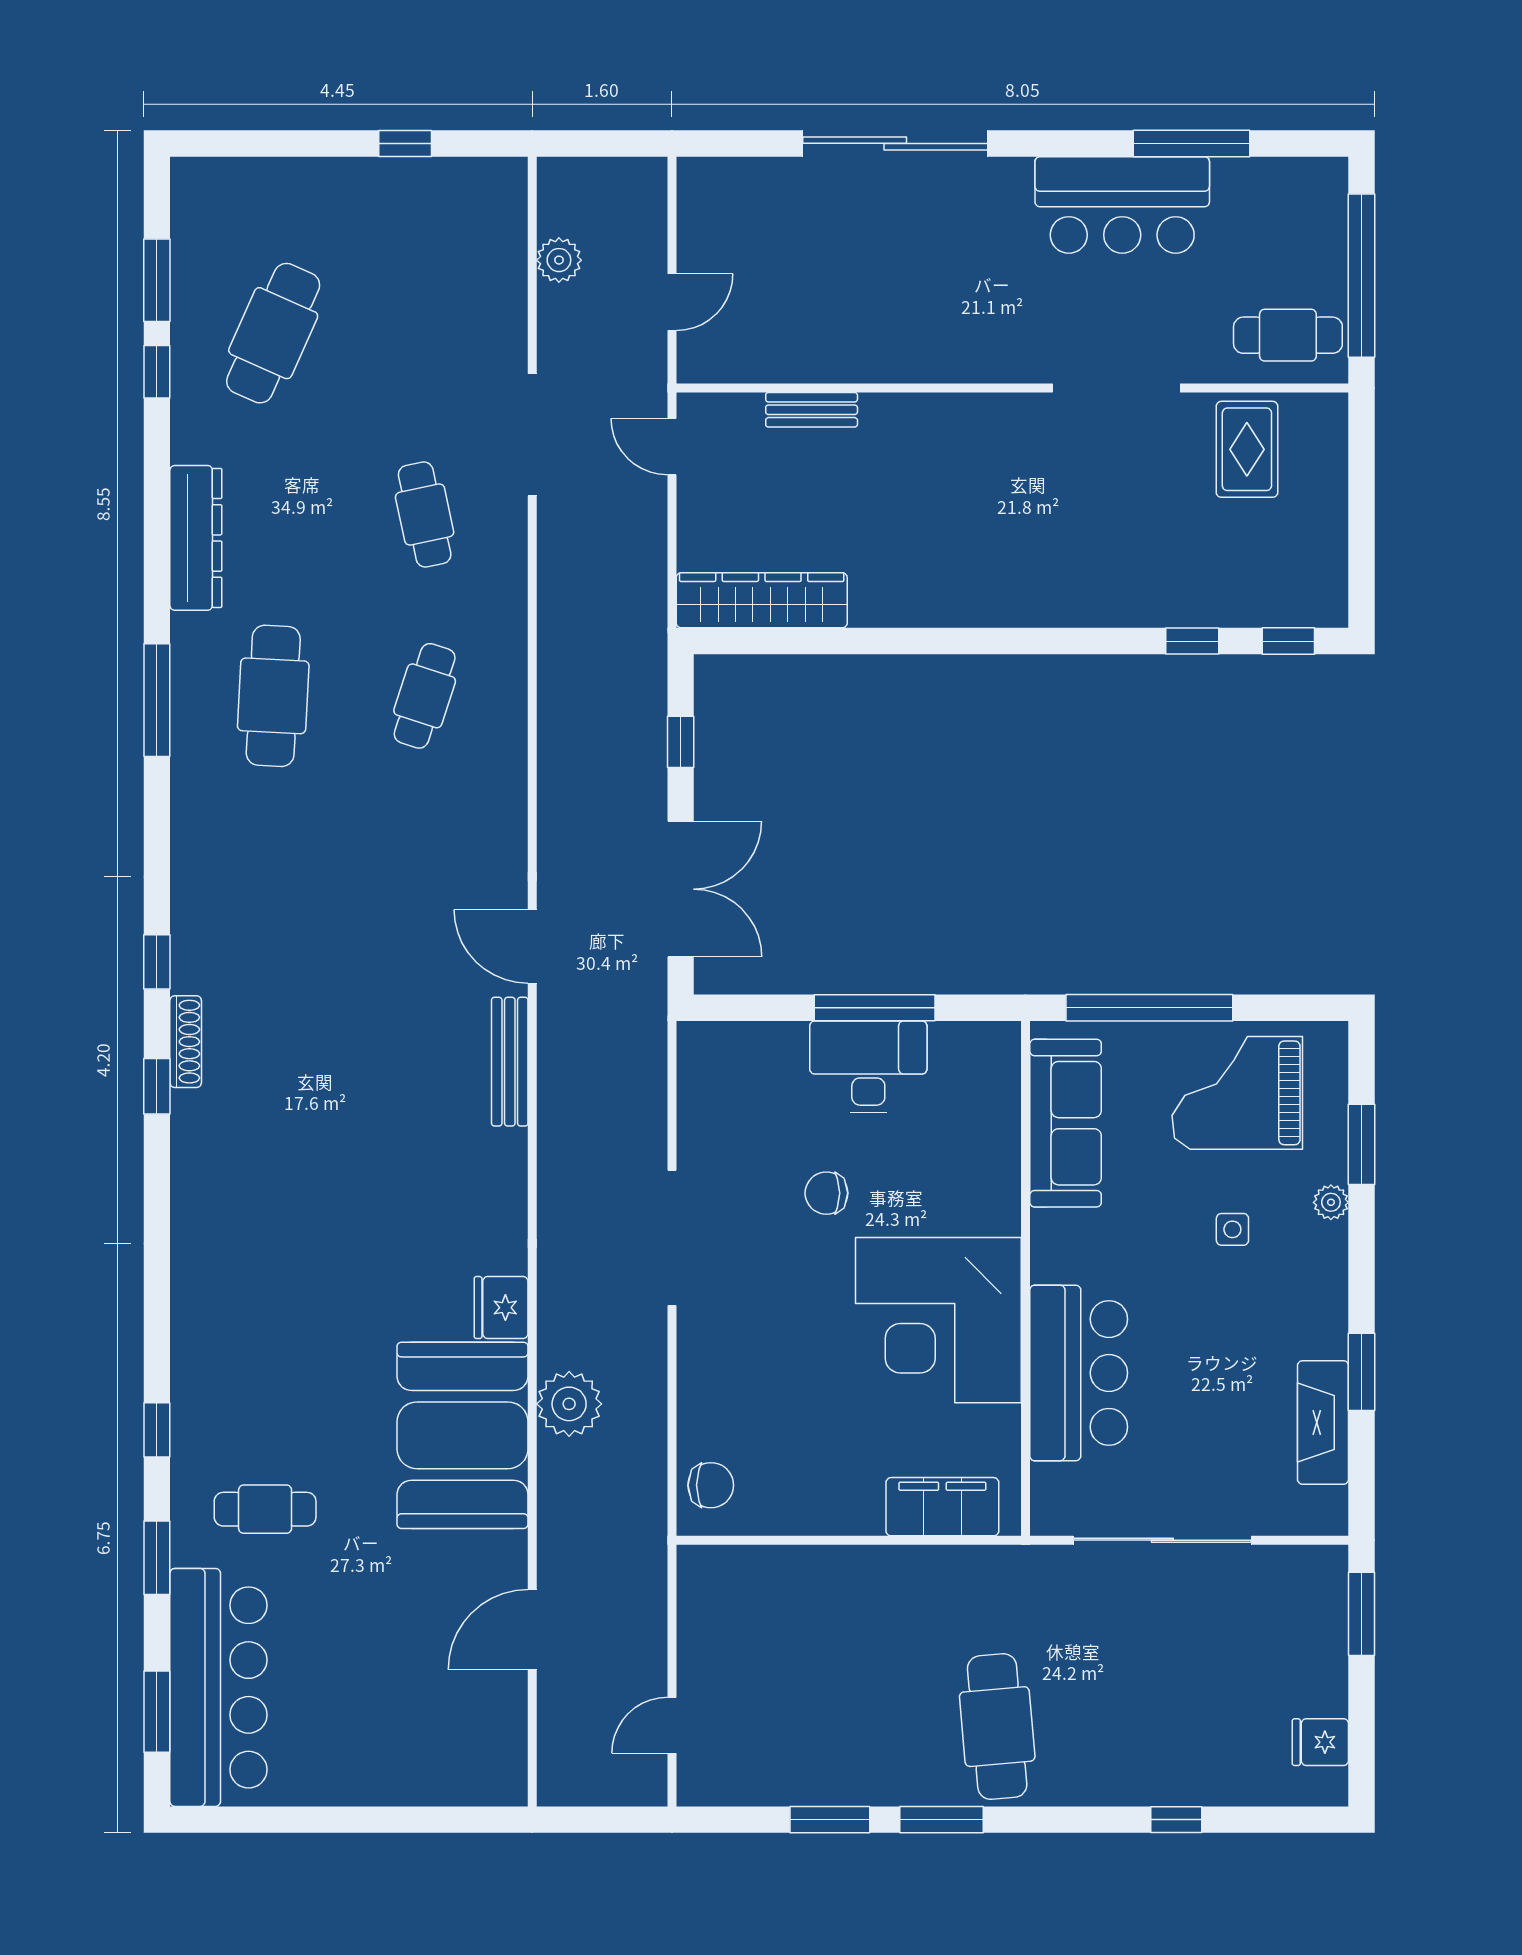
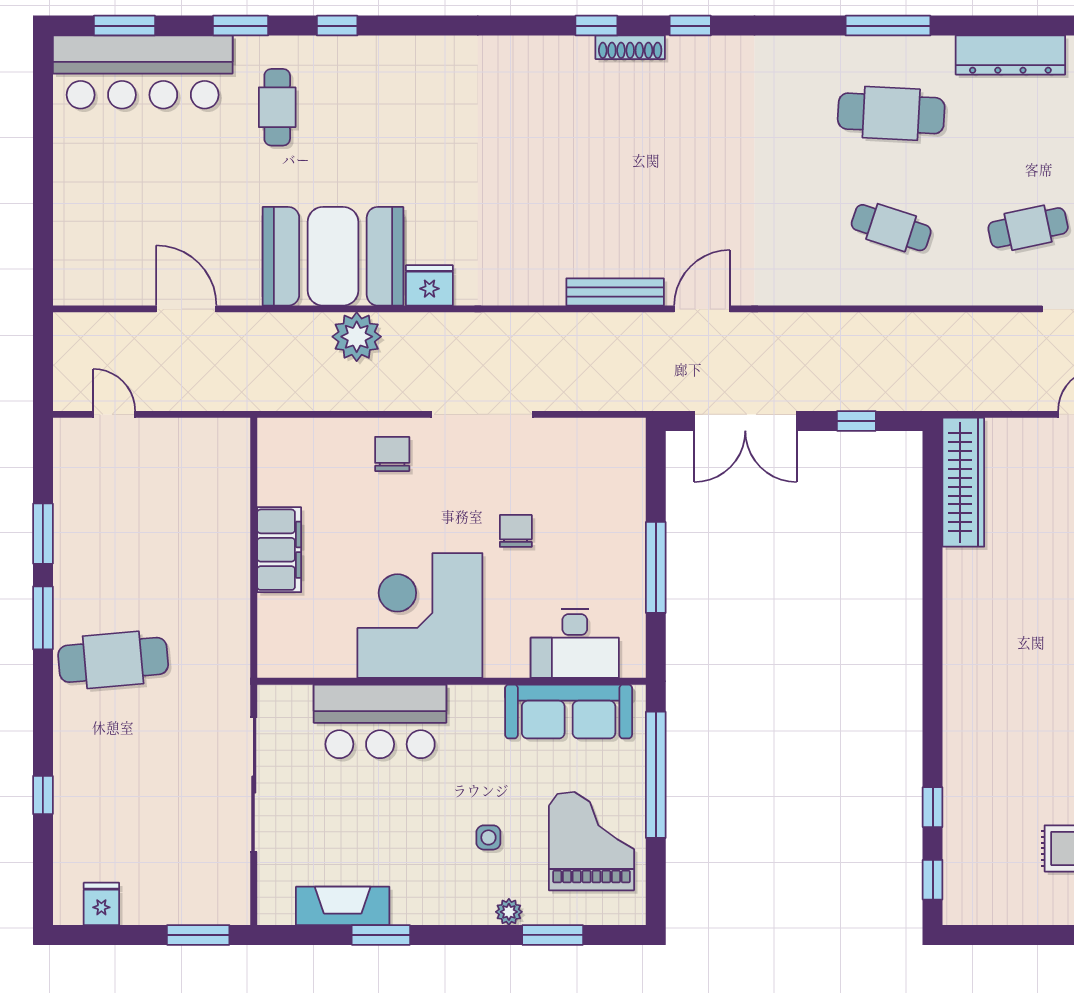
desk: (868, 1067) -> (575, 643), moved, turned 90
chair: (711, 1485) -> (392, 454), moved, turned 180
filing cabinet: (942, 1507) -> (279, 550), moved

